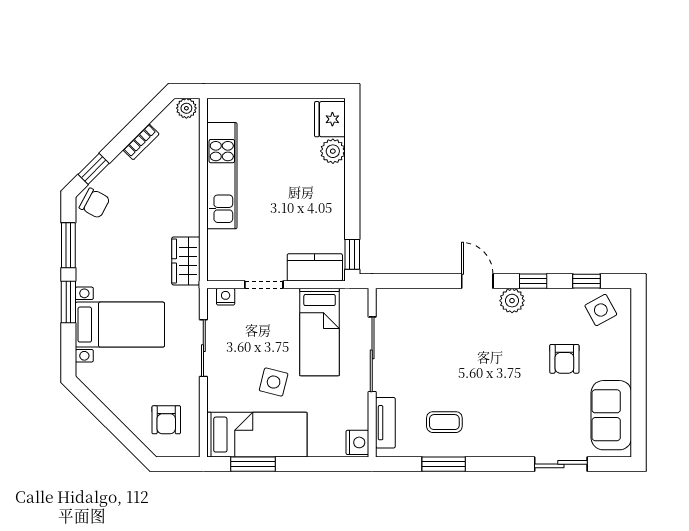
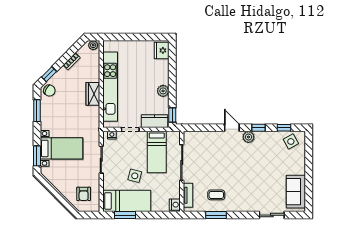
plant: (333, 151) -> (163, 91), moved
kitchen unit: (222, 176) -> (110, 87), width x1.36
wardrobe: (186, 261) -> (93, 94), moved
window: (68, 302) -> (37, 156), moved
armchair: (564, 359) -> (273, 165), removed

